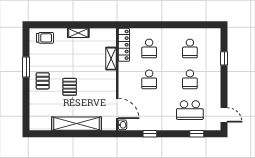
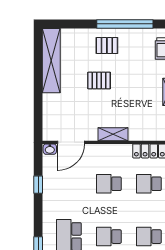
shelving: (111, 59) -> (113, 134), moved
window: (26, 67) -> (125, 24), width x2.11
shelving: (77, 124) -> (51, 61), moved

